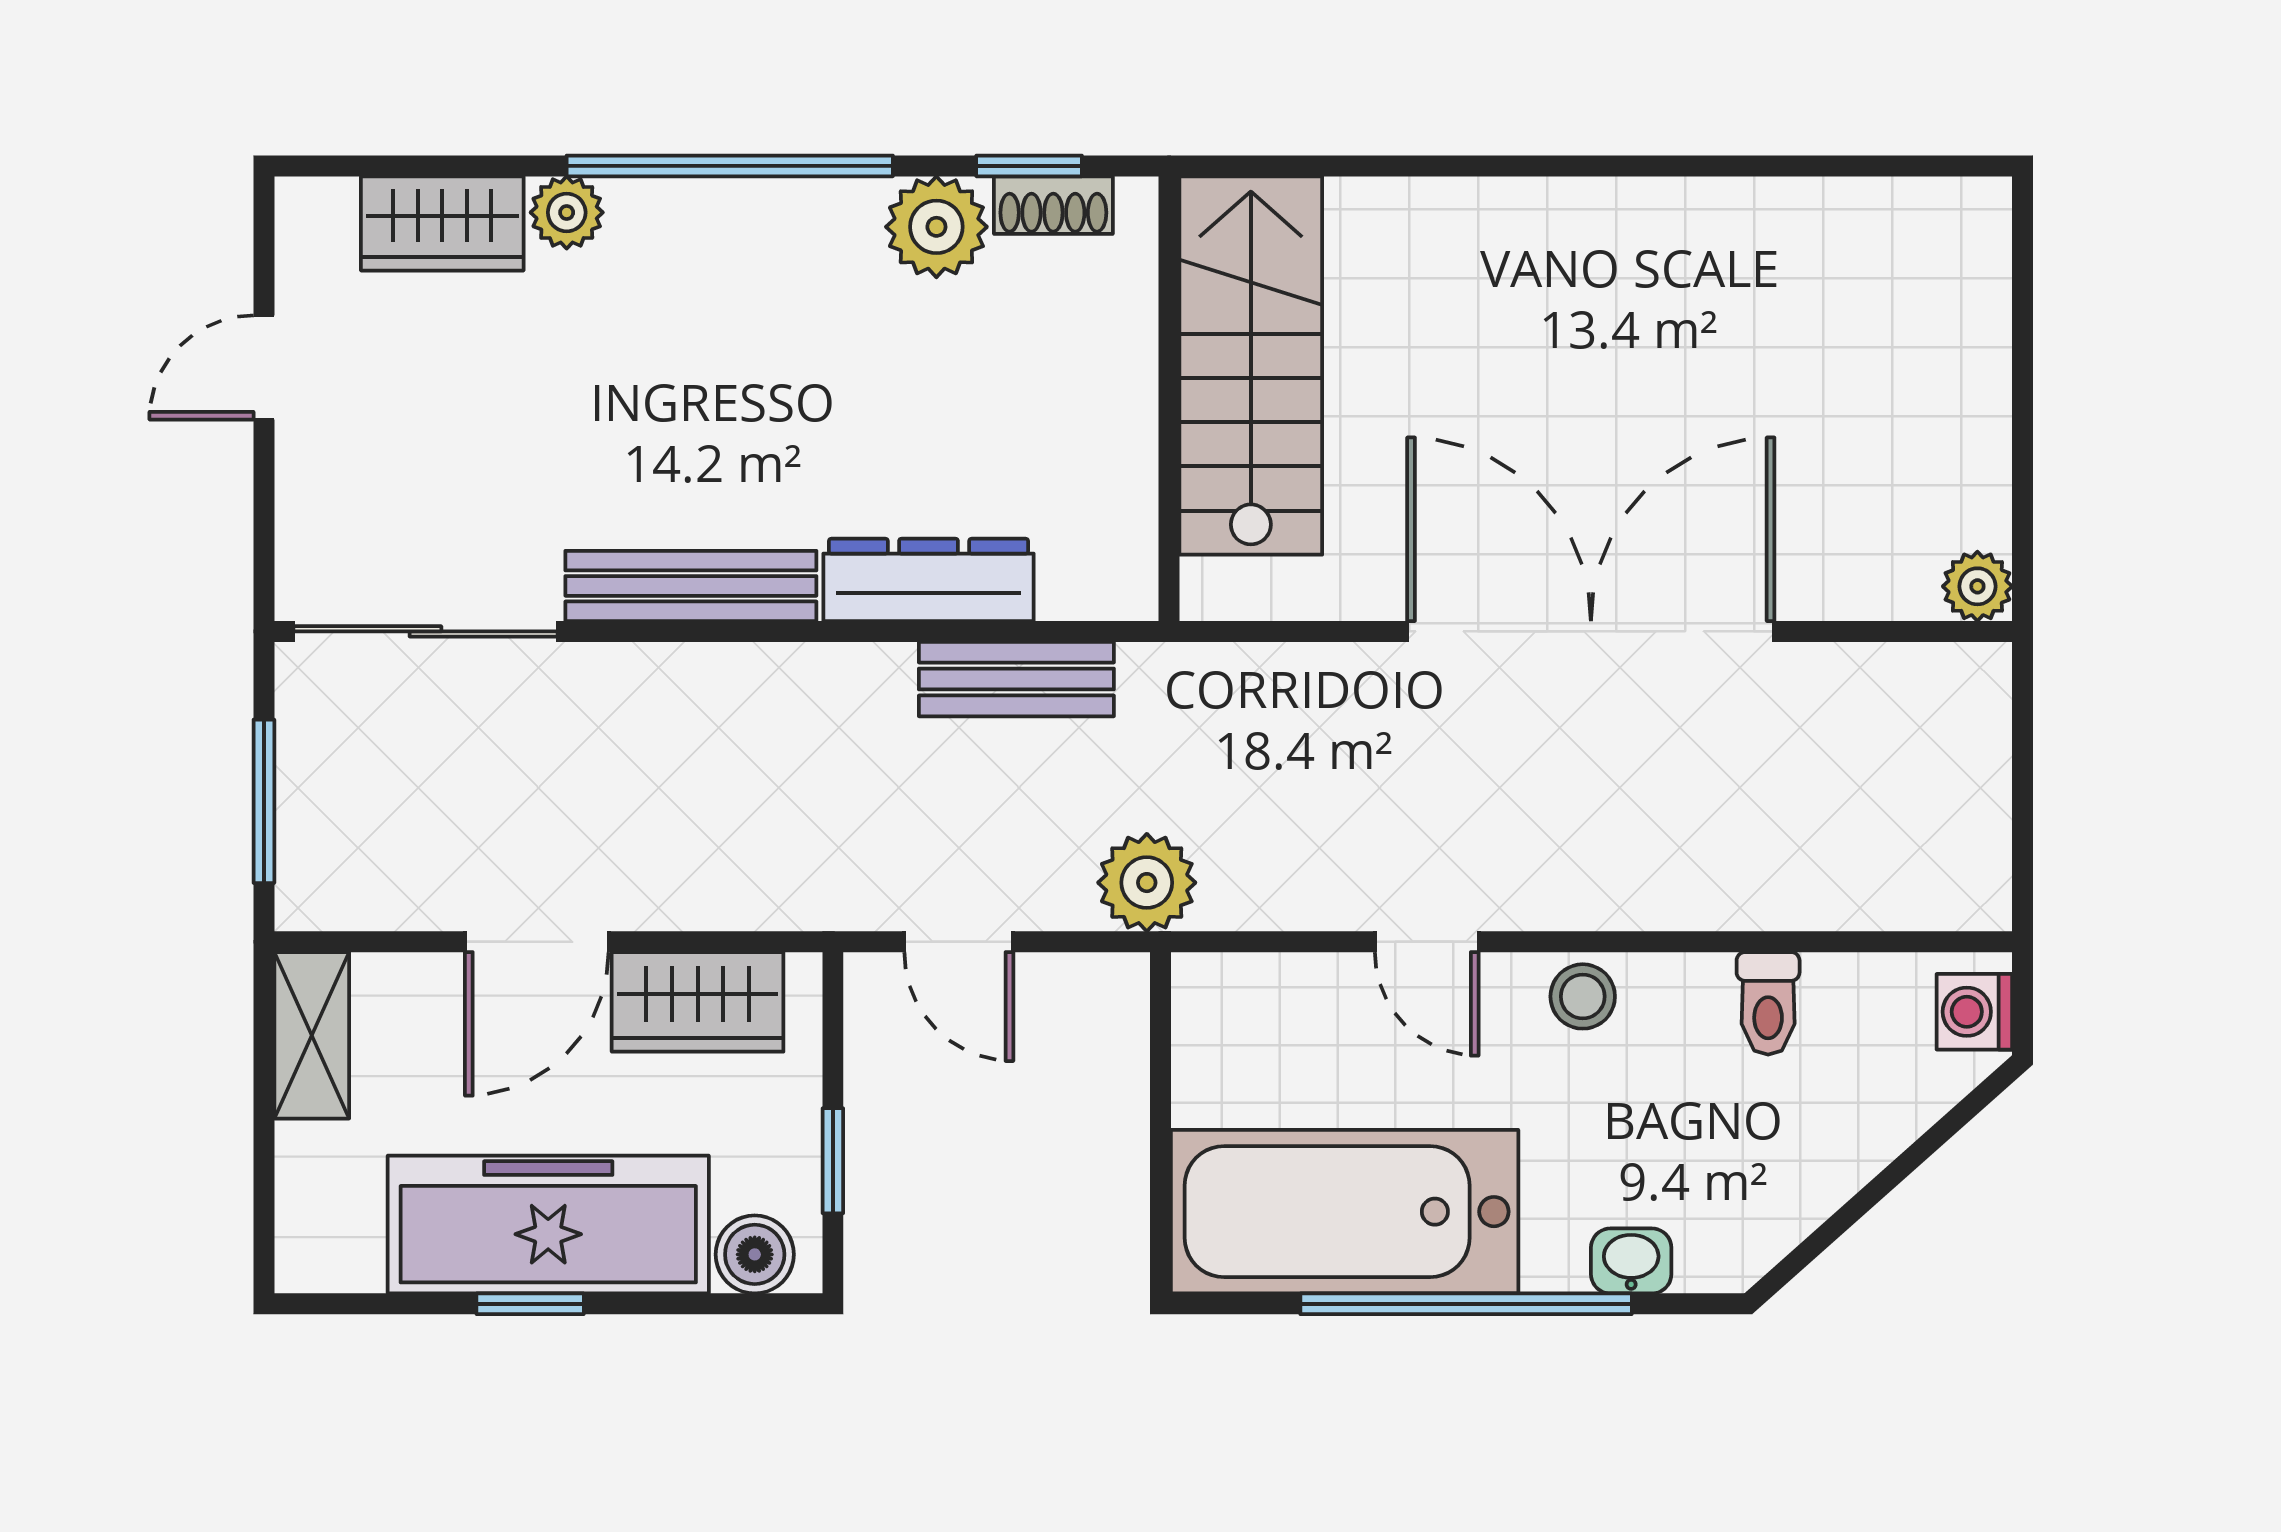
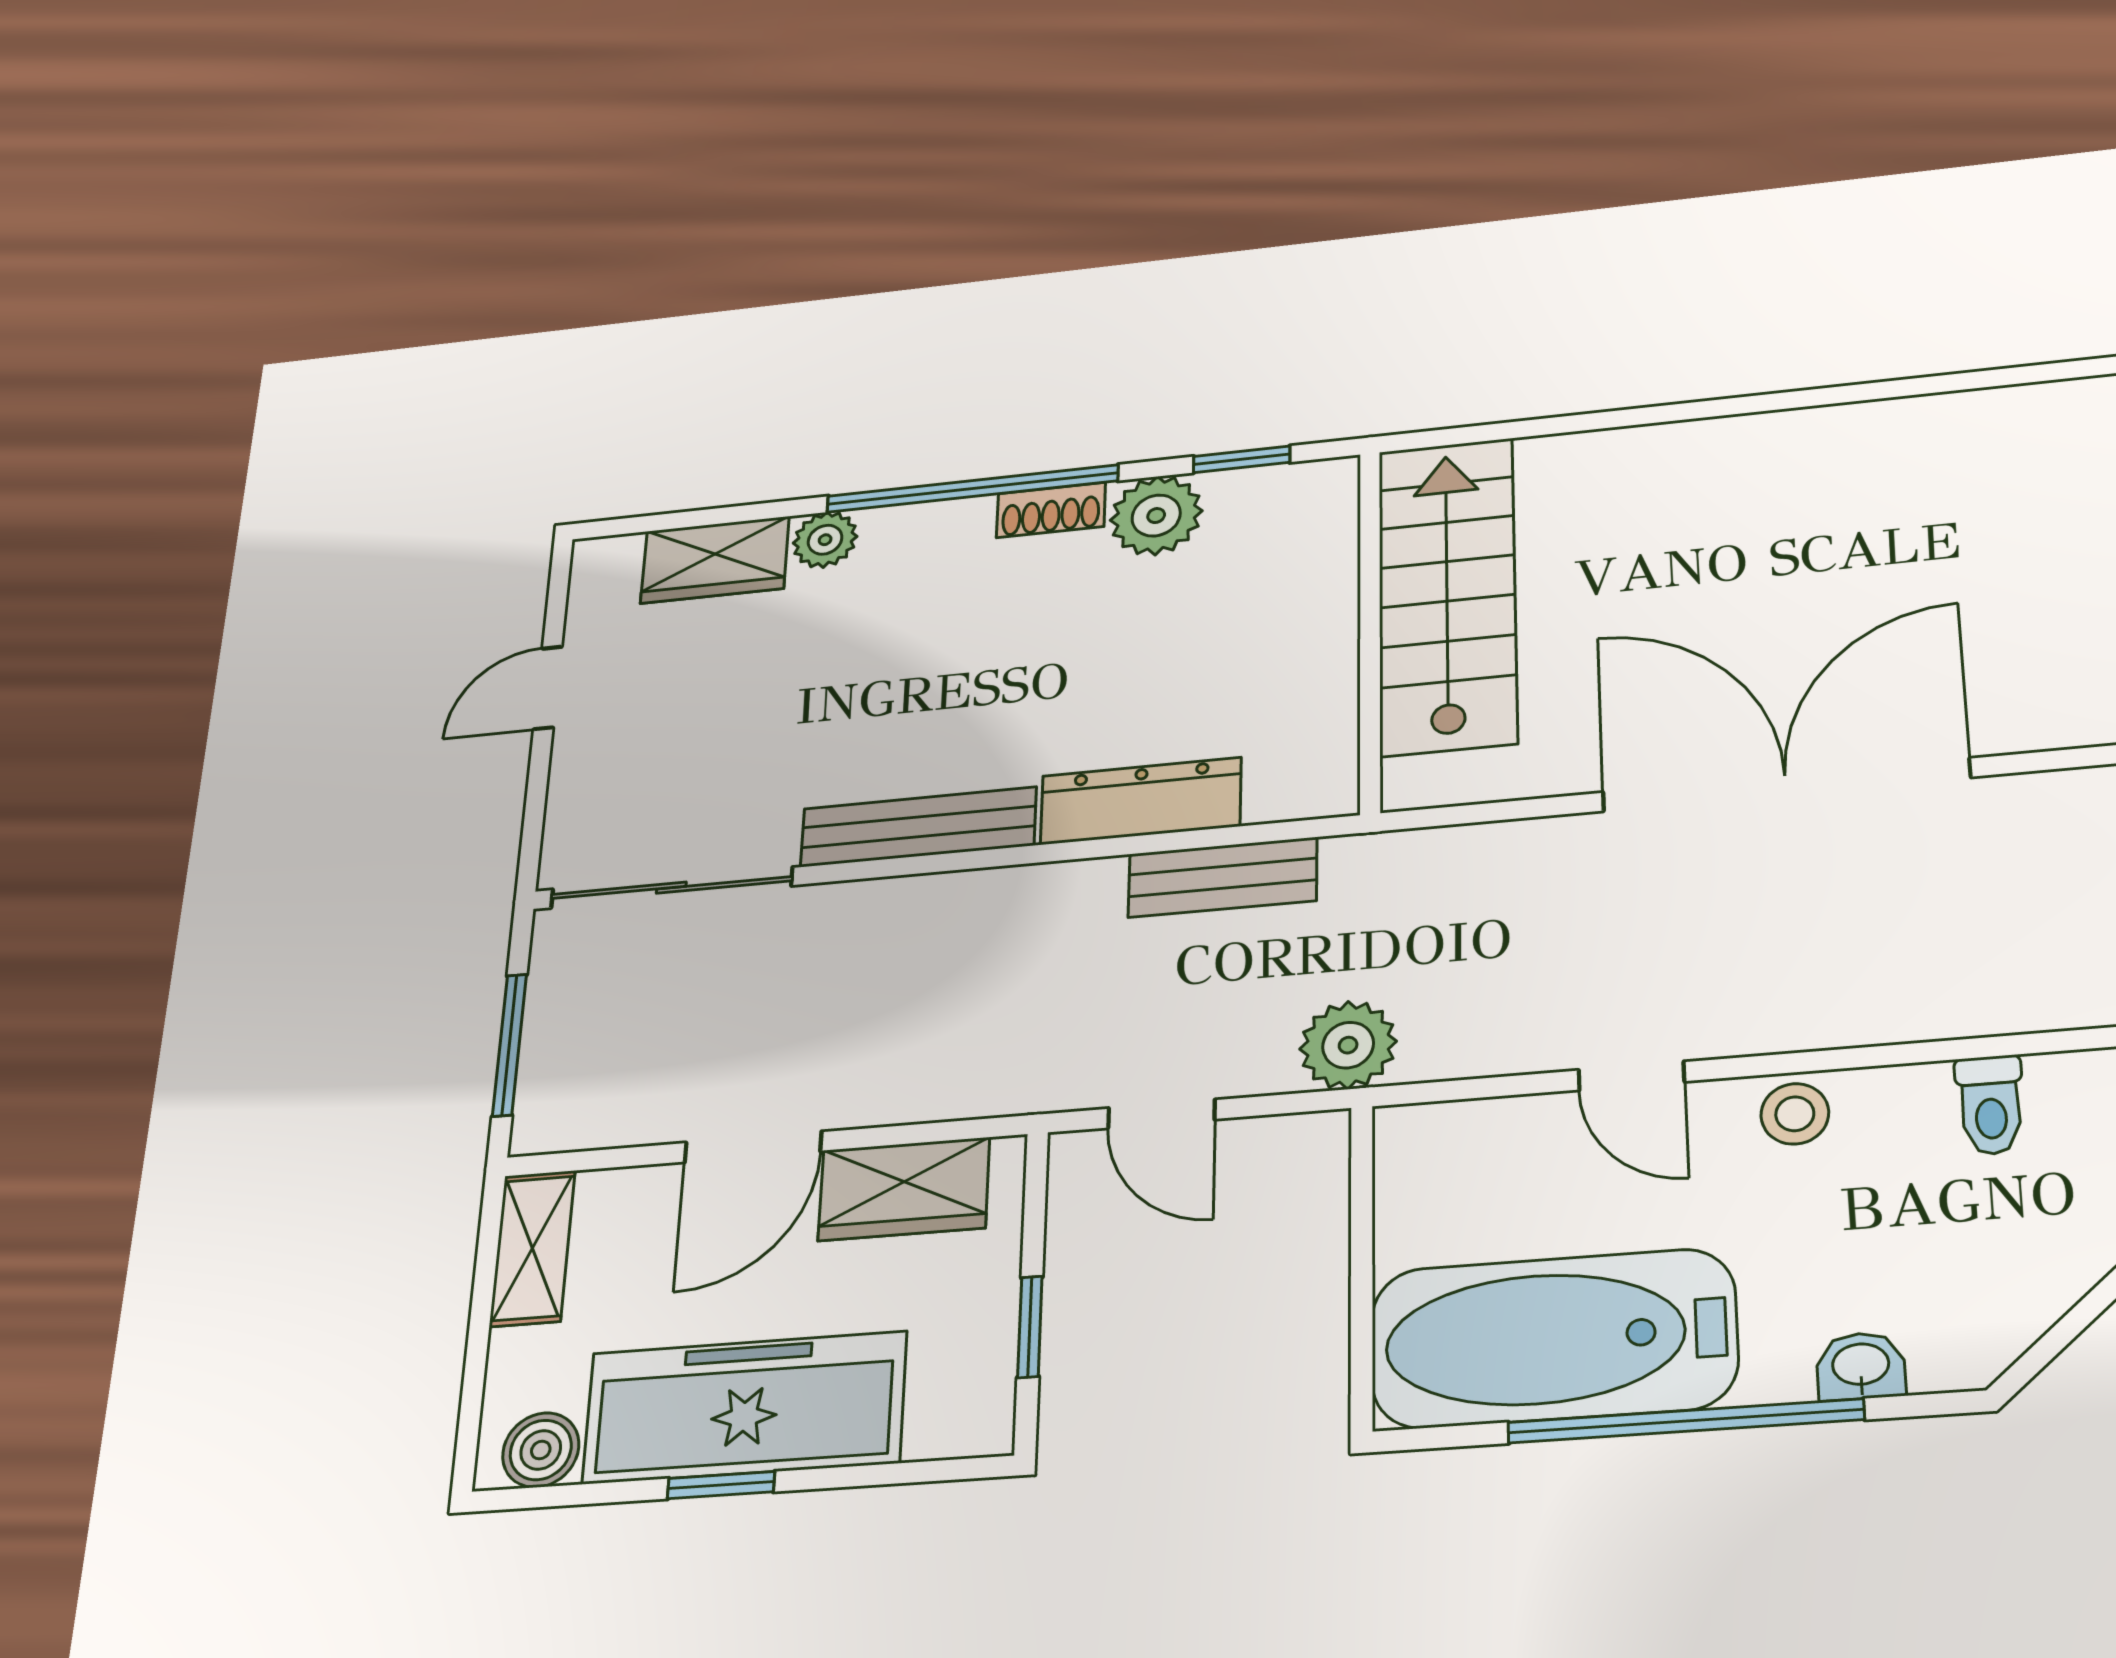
shoe rack: (1053, 205) -> (1051, 510), moved
boiler: (755, 1254) -> (541, 1450), moved

